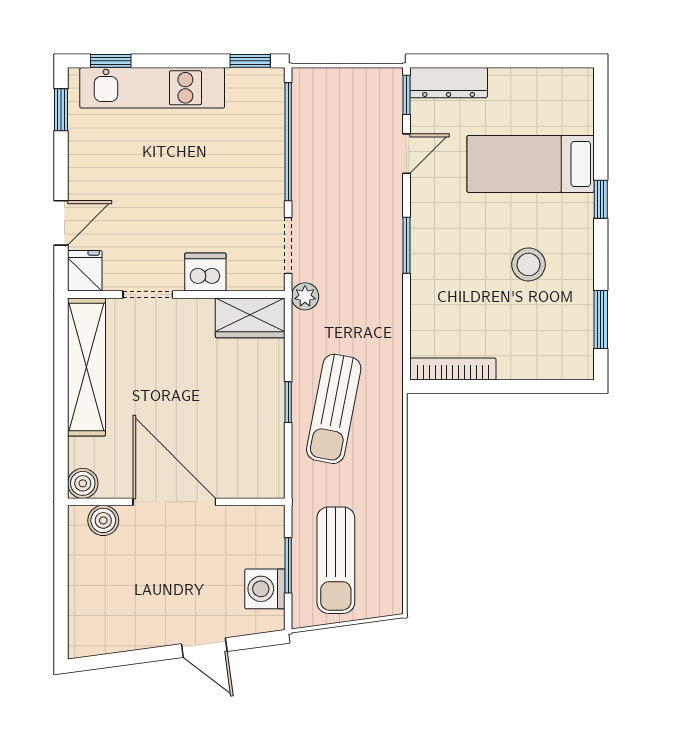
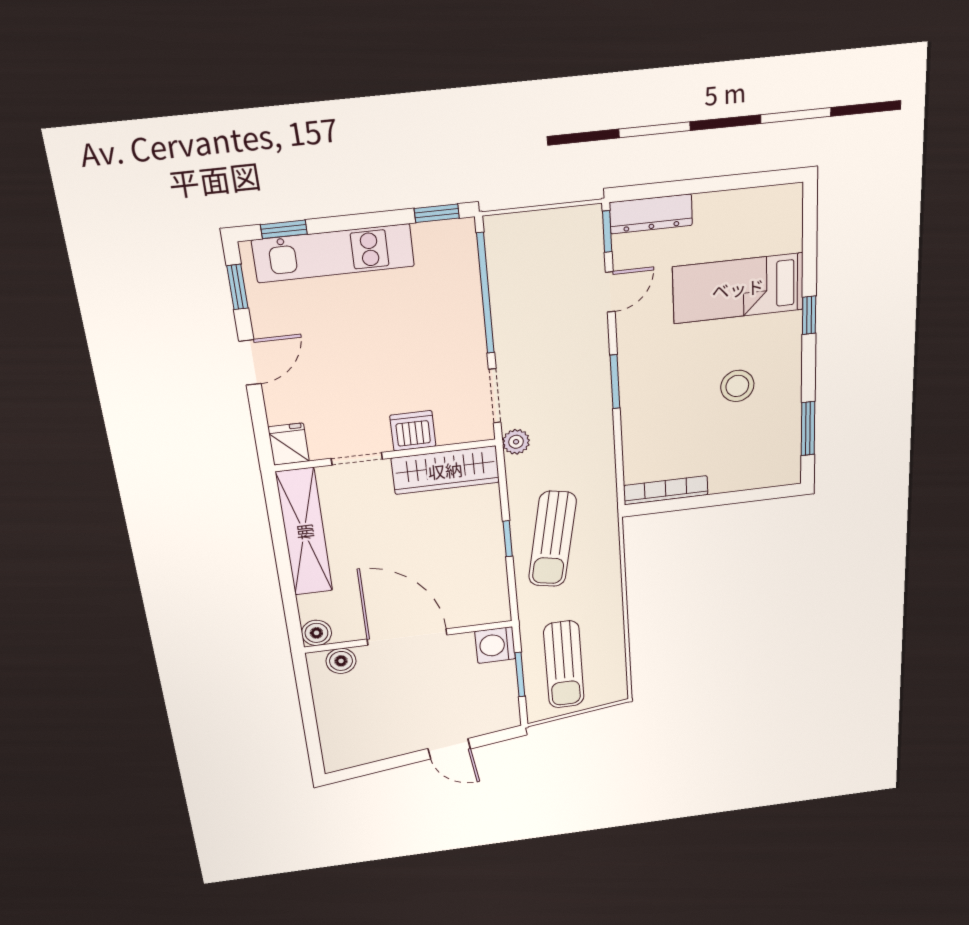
door: (61, 223) -> (250, 362), moved
wardrobe: (250, 318) -> (445, 470), width x1.50
washing machine: (265, 589) -> (495, 645), moved

